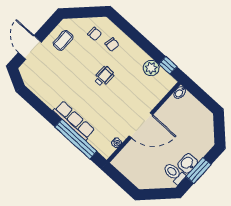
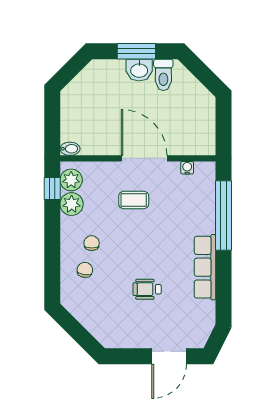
chair: (95, 34) -> (92, 243), moved
coffee table: (63, 40) -> (134, 200), moved
wheelchair: (104, 76) -> (147, 289), moved
plant: (164, 79) -> (71, 180), added
row of seats: (74, 120) -> (205, 267), moved

